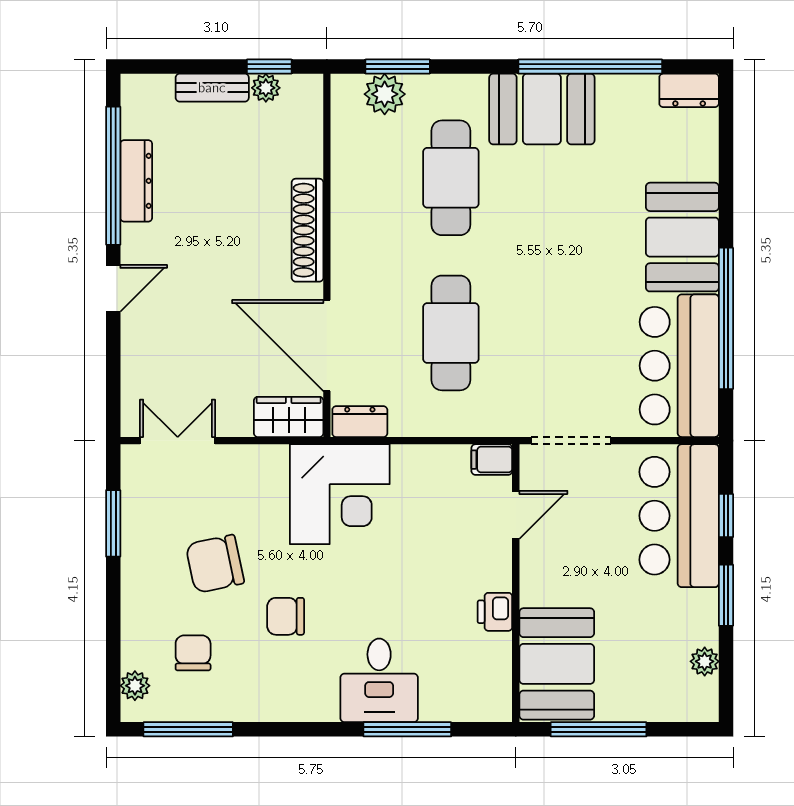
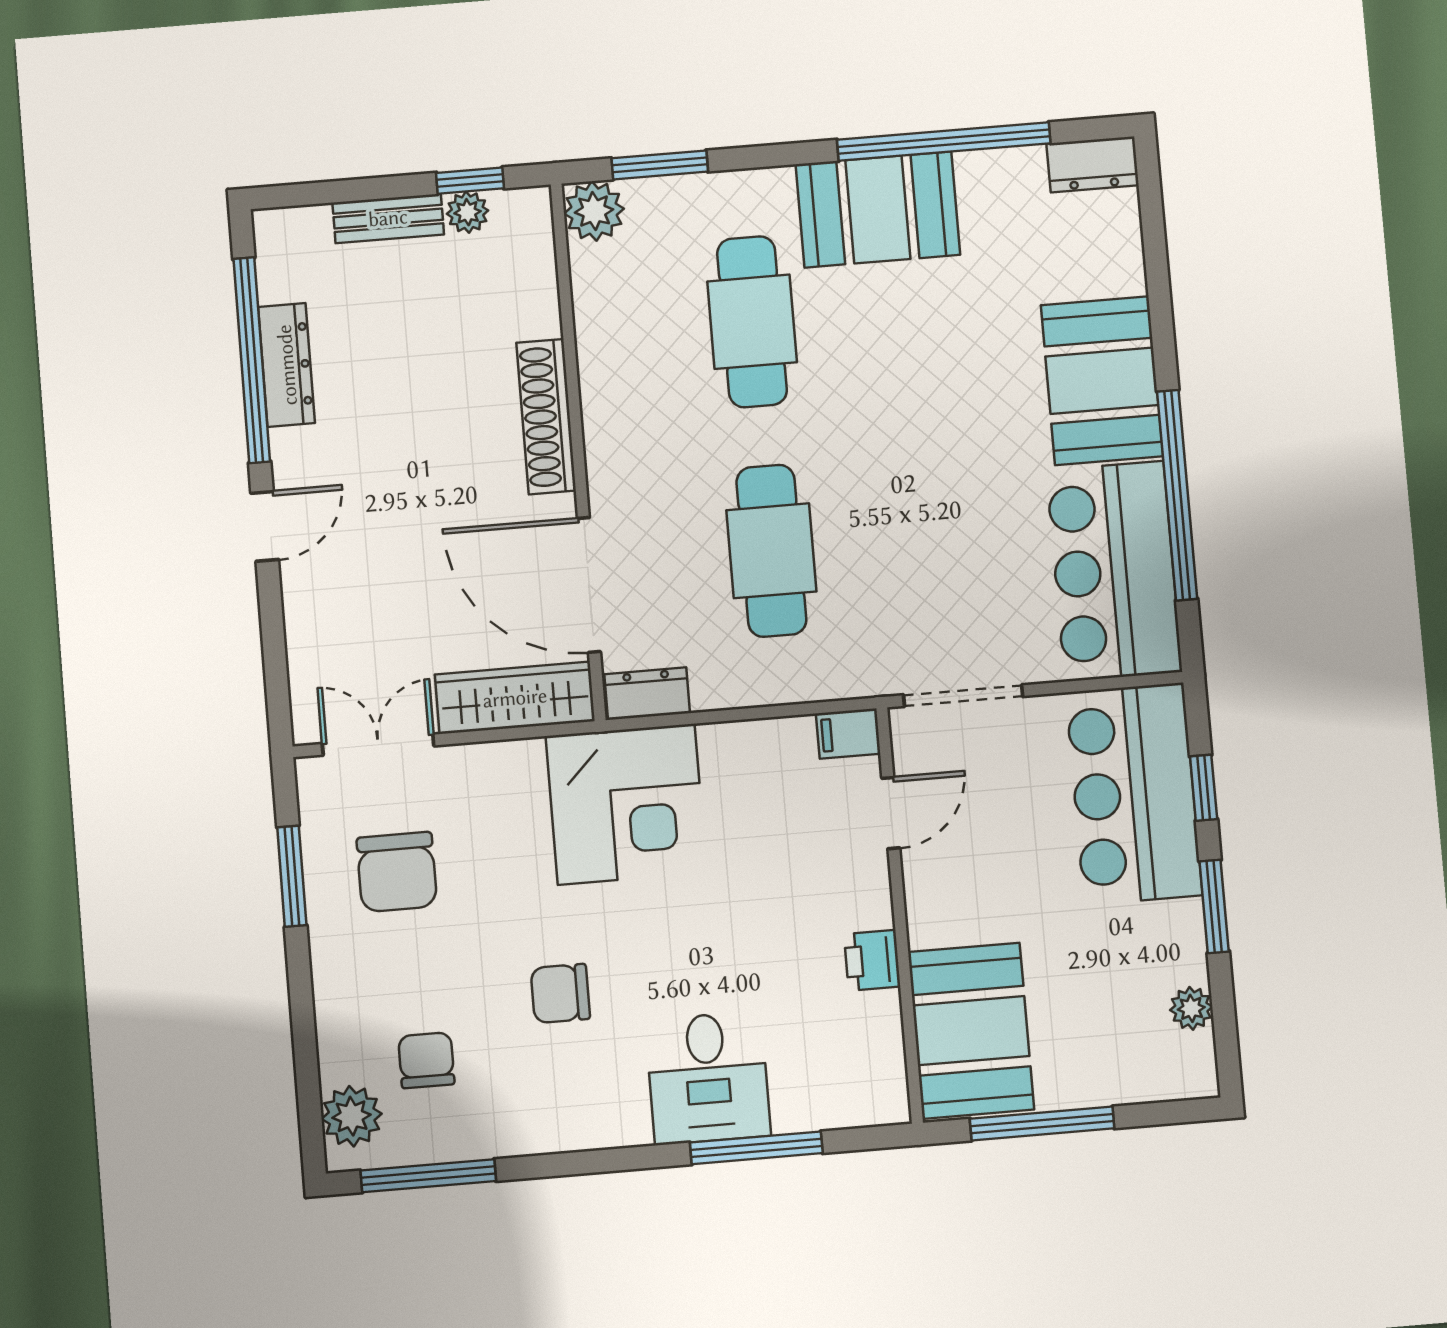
plant: (385, 94) -> (594, 211), moved
wardrobe: (289, 417) -> (515, 698), width x1.50
chair: (215, 564) -> (397, 872), moved, turned -78
plant: (135, 686) -> (352, 1116), width x1.38, depth x1.38

